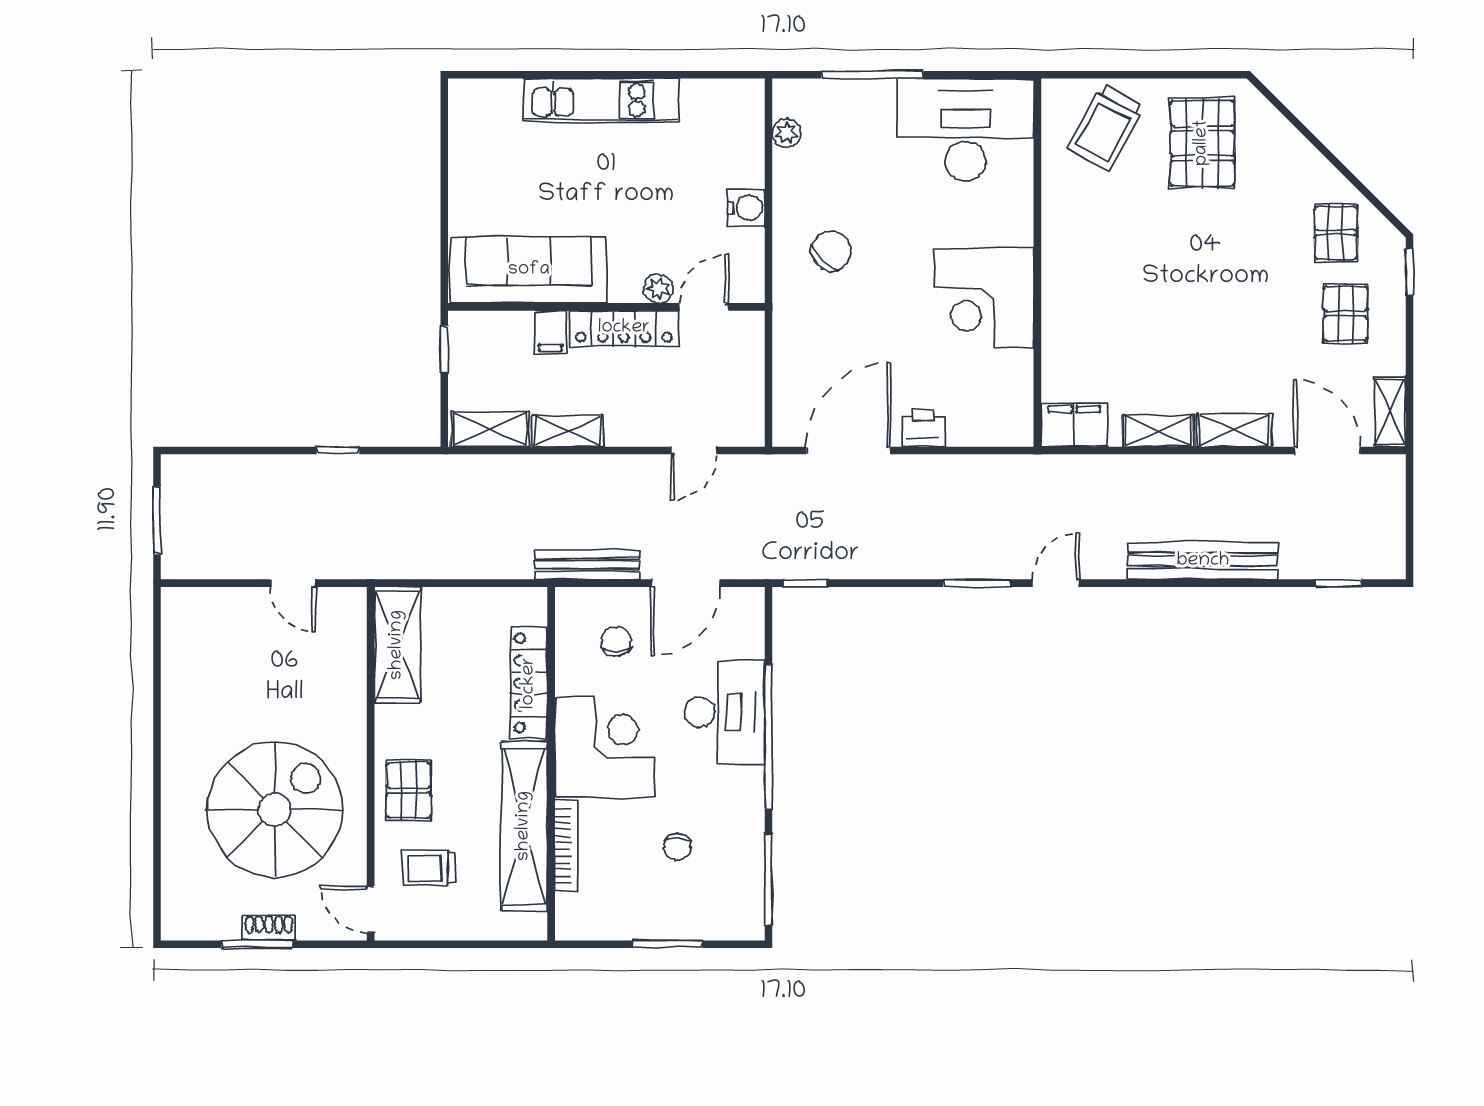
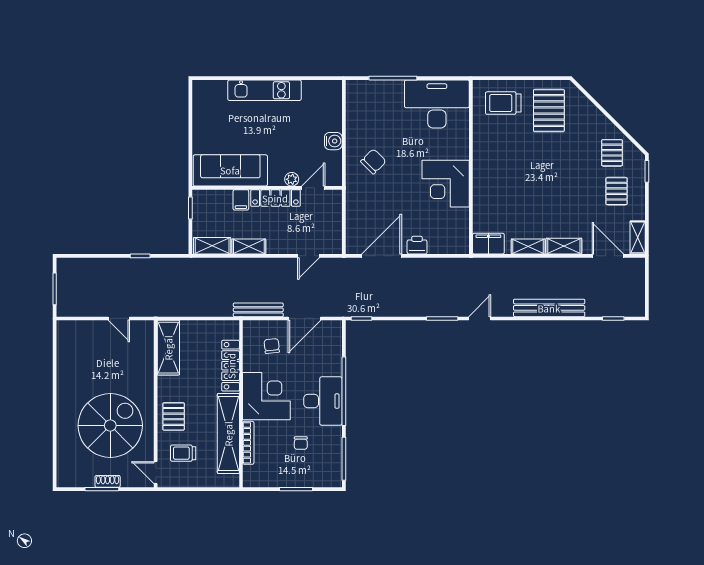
trolley: (1106, 128) -> (503, 103), turned 61
plant: (786, 133) -> (352, 106), removed
desk: (724, 712) -> (323, 401), moved

